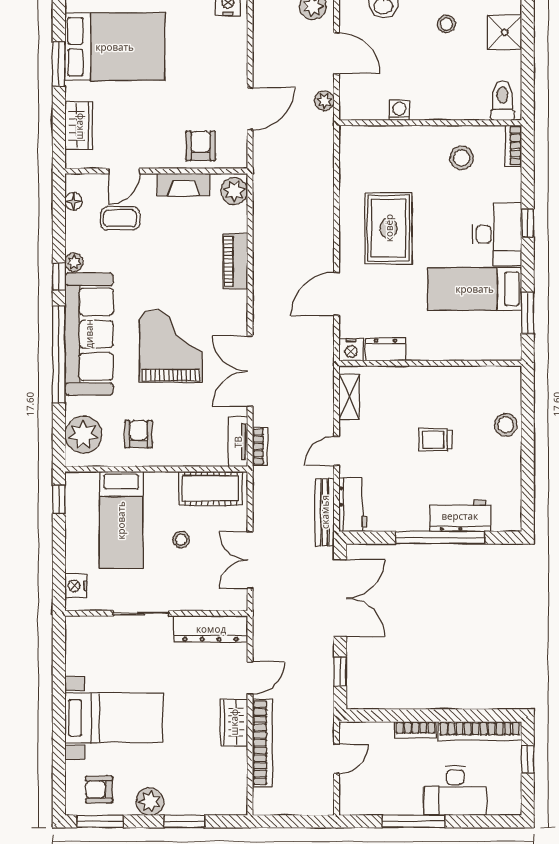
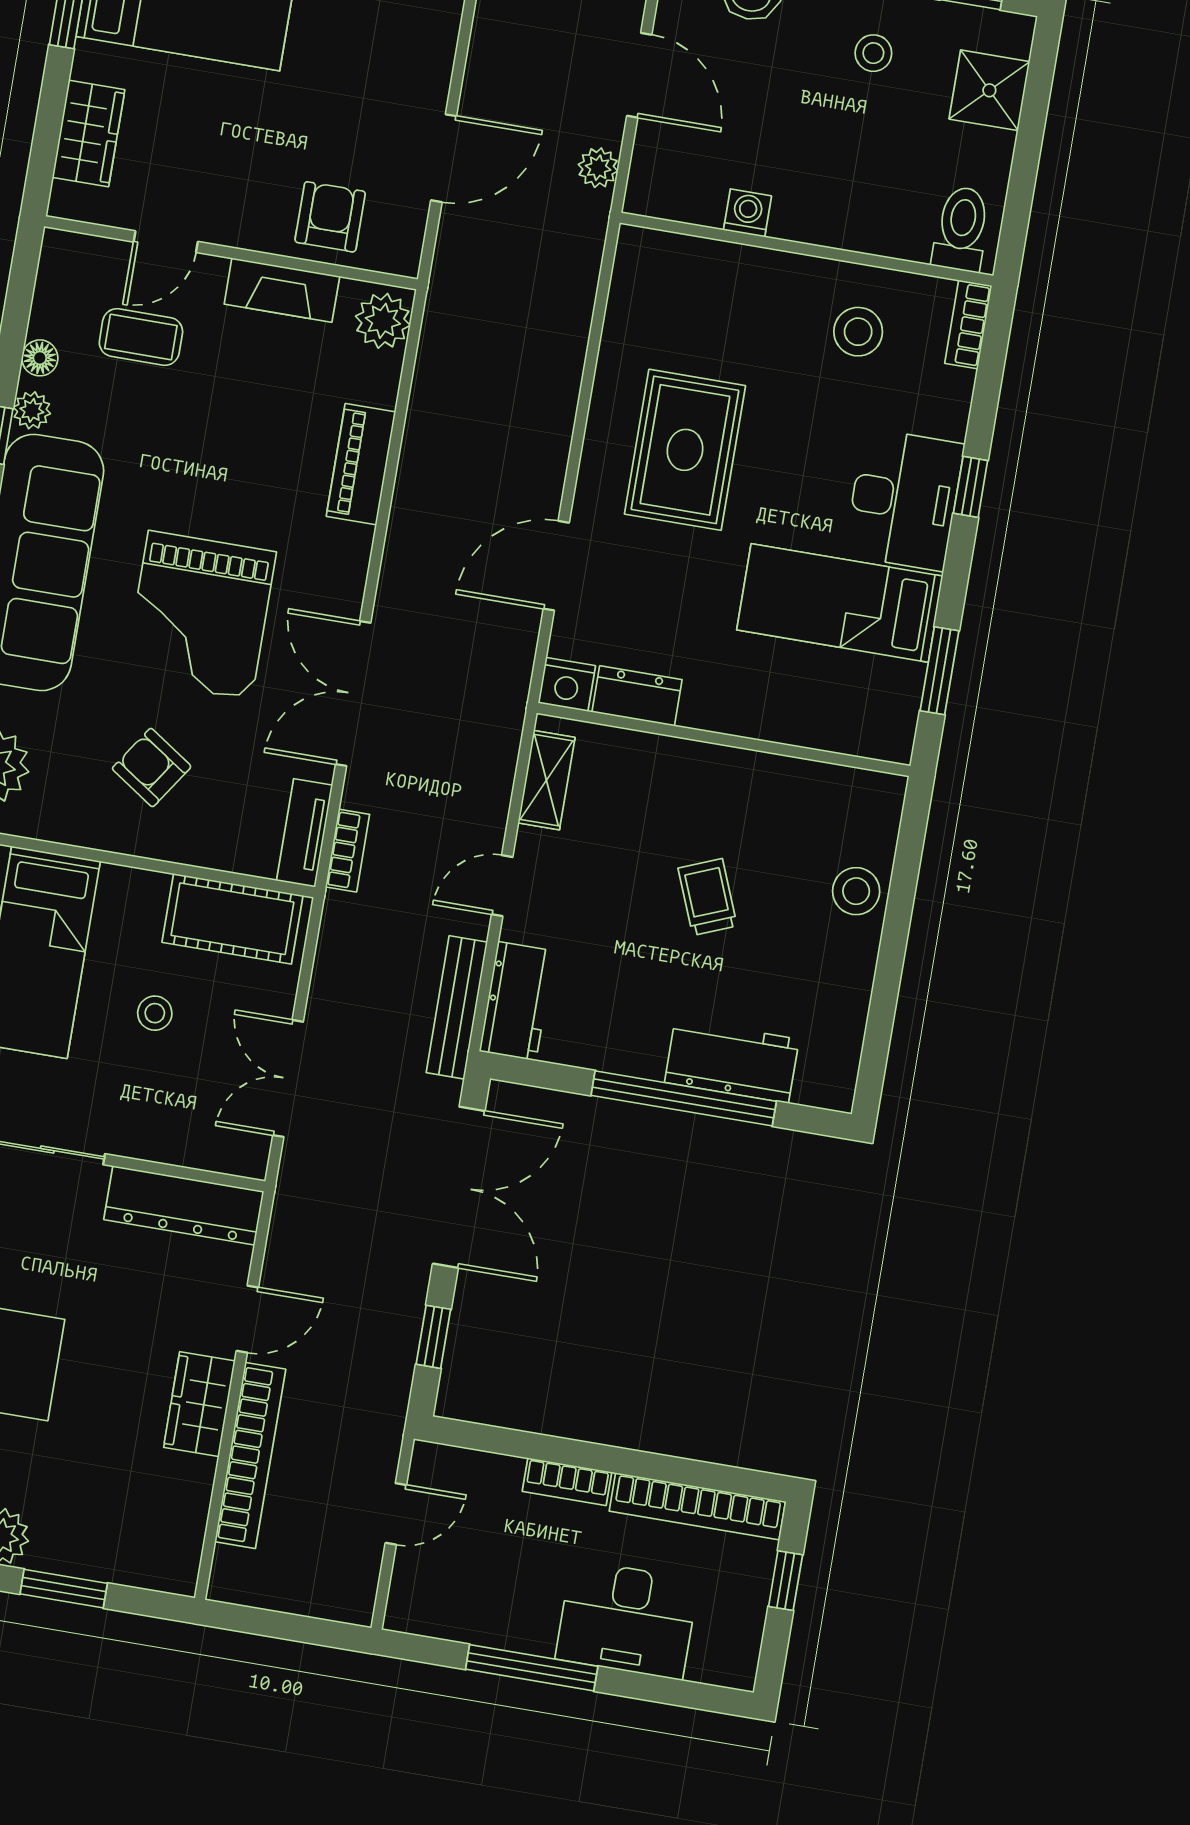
floor lamp: (74, 201) -> (40, 358), moved
grand piano: (171, 346) -> (200, 615), turned 180
armchair: (138, 434) -> (152, 768), moved, turned -56
trolley: (435, 440) -> (707, 897), turned 68

